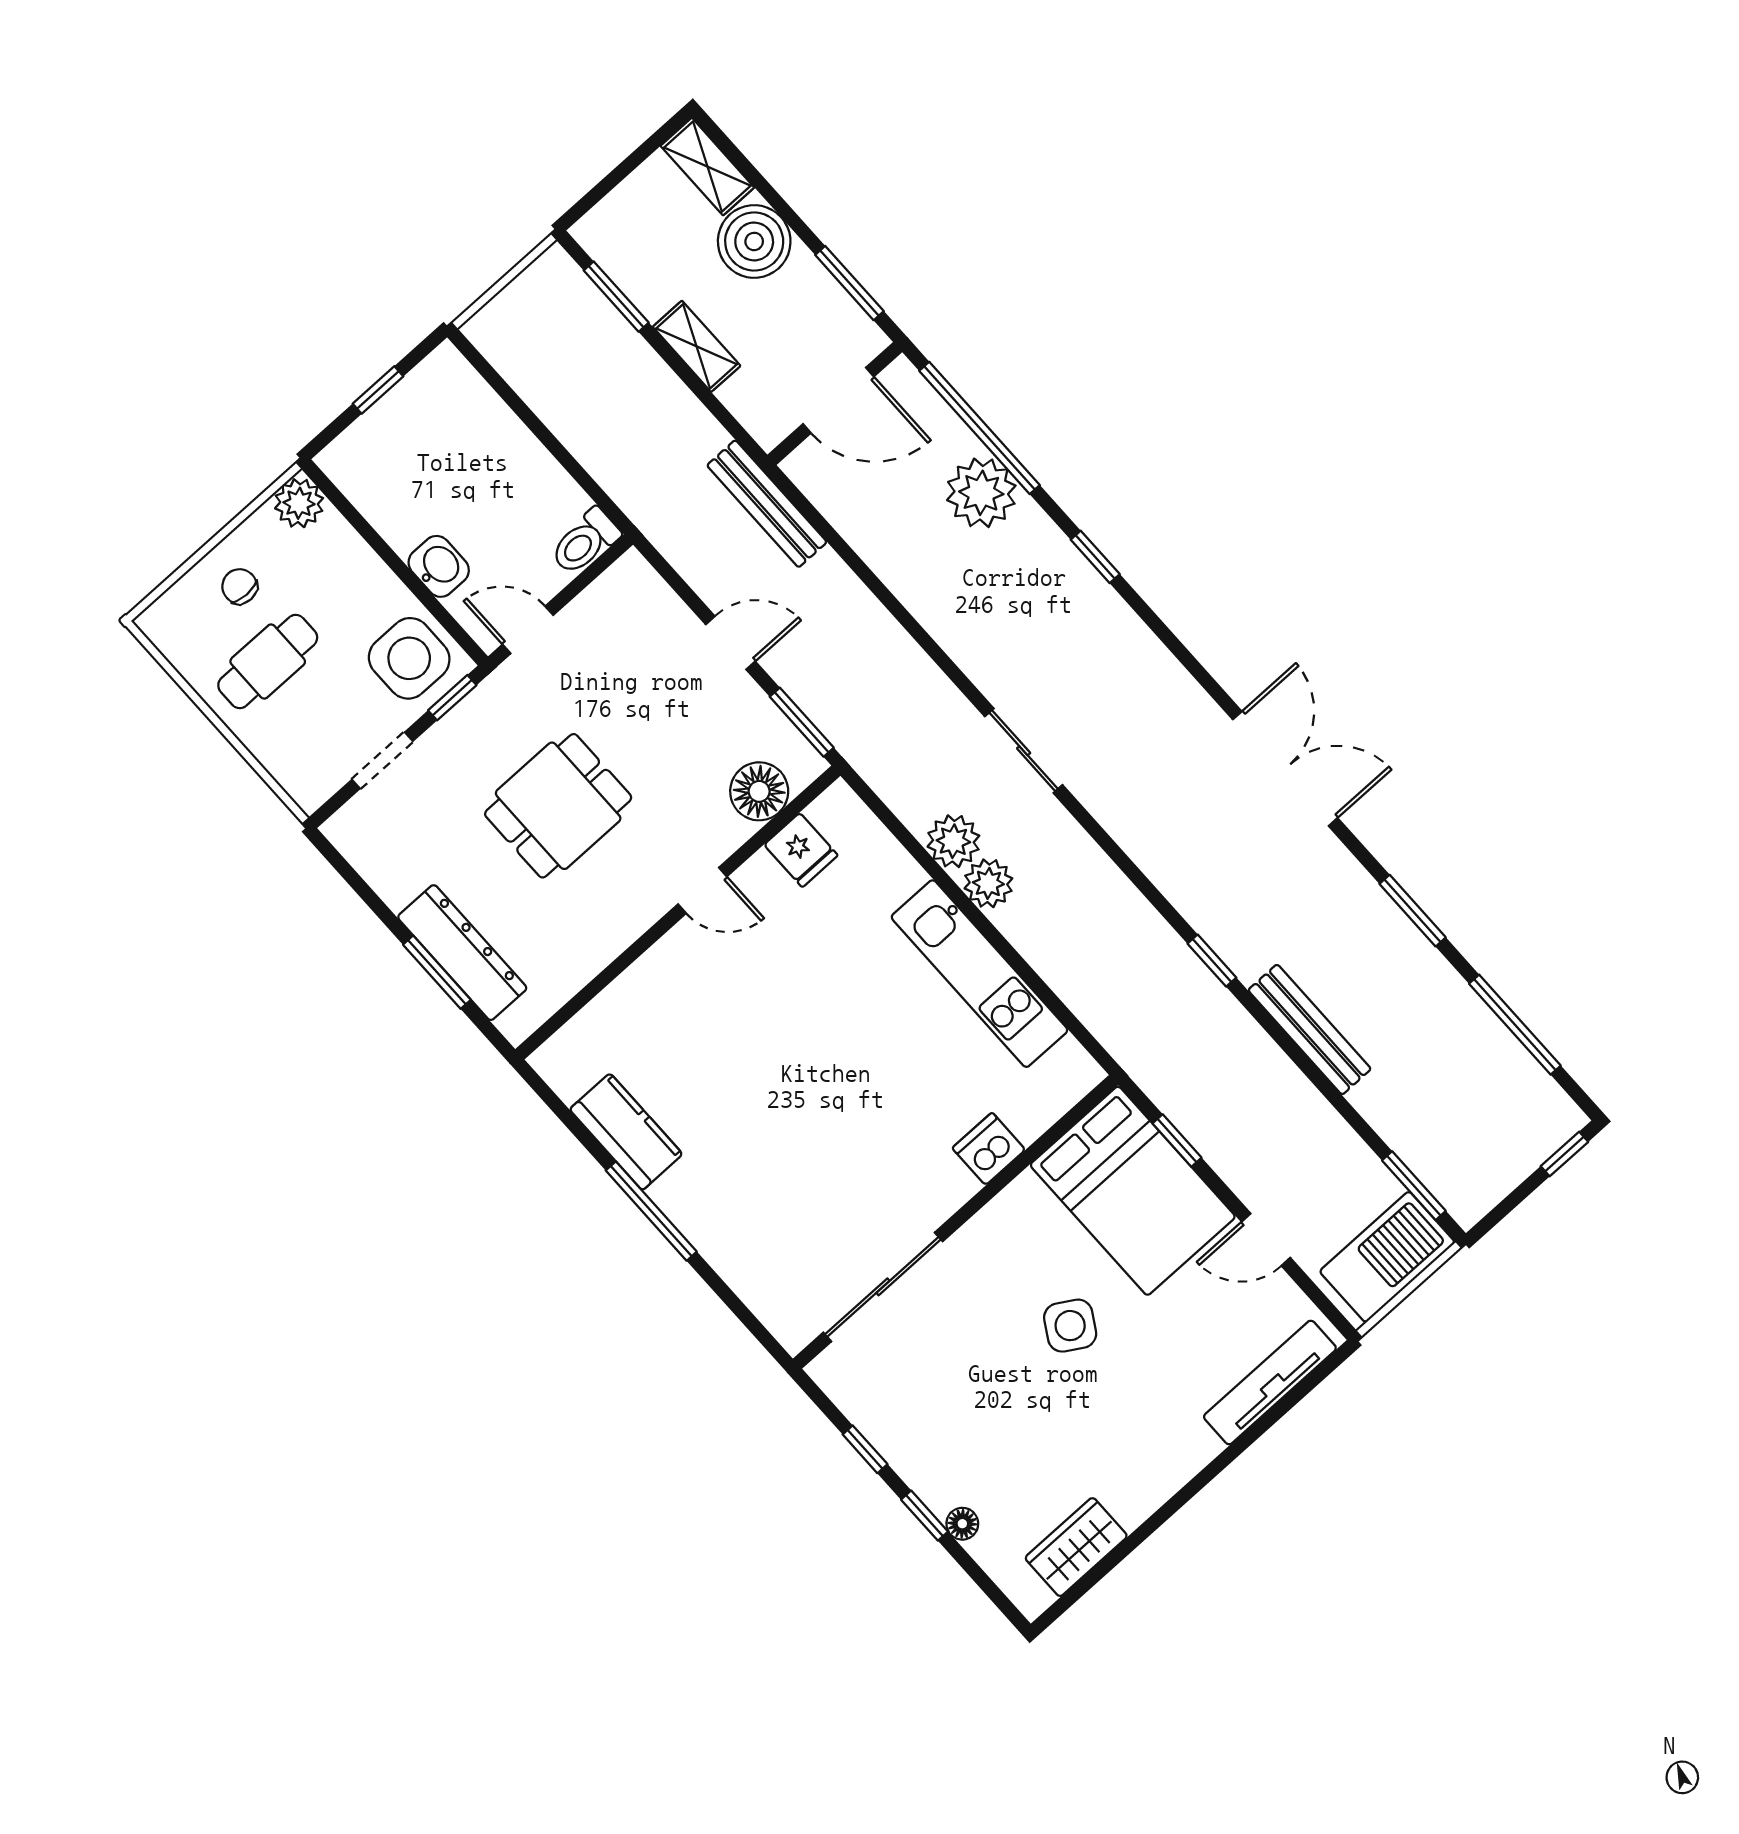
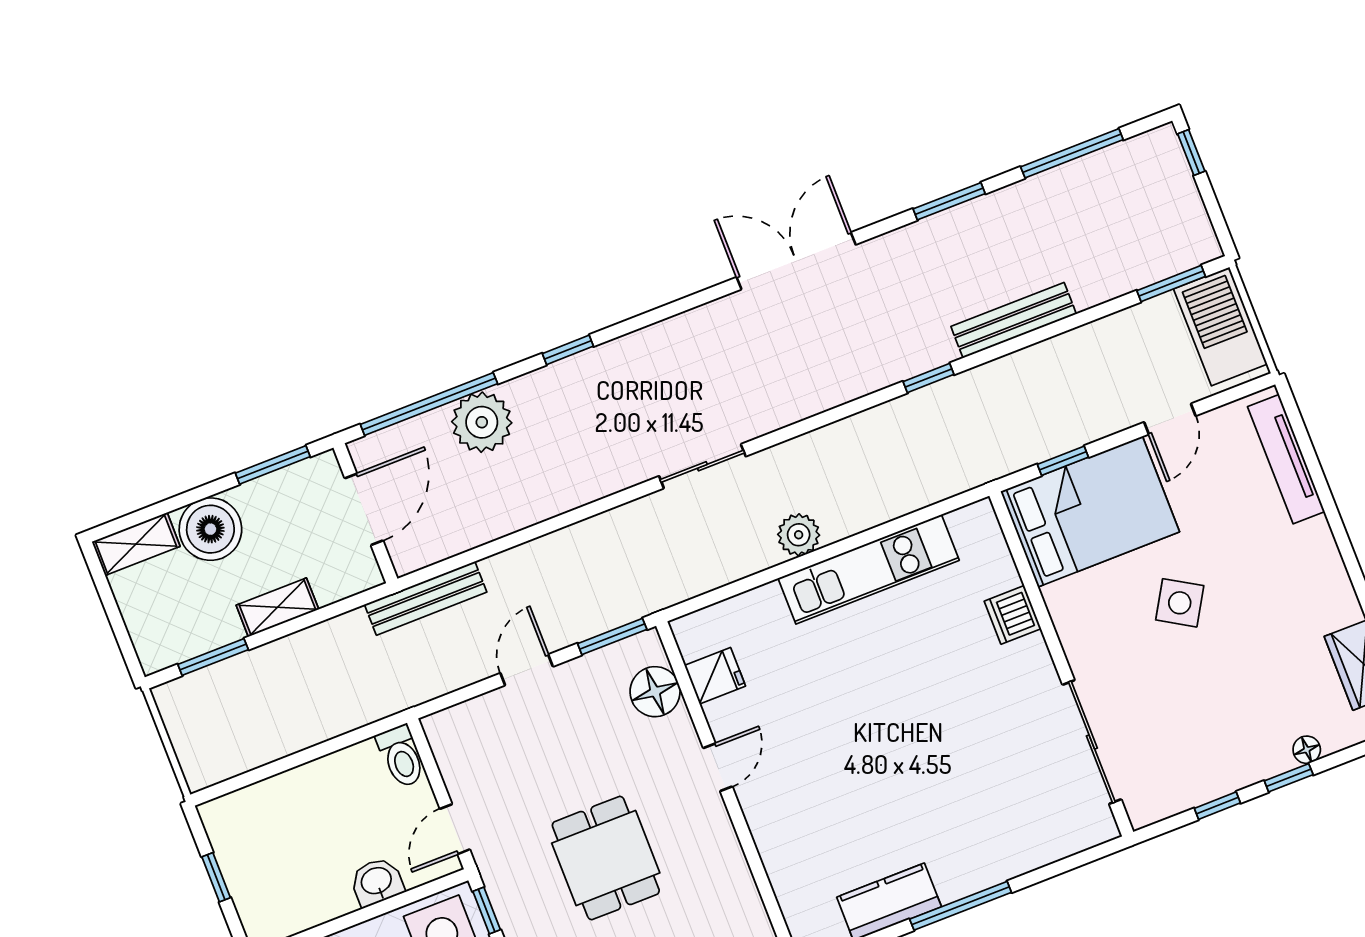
plant: (953, 841) -> (754, 550), removed

